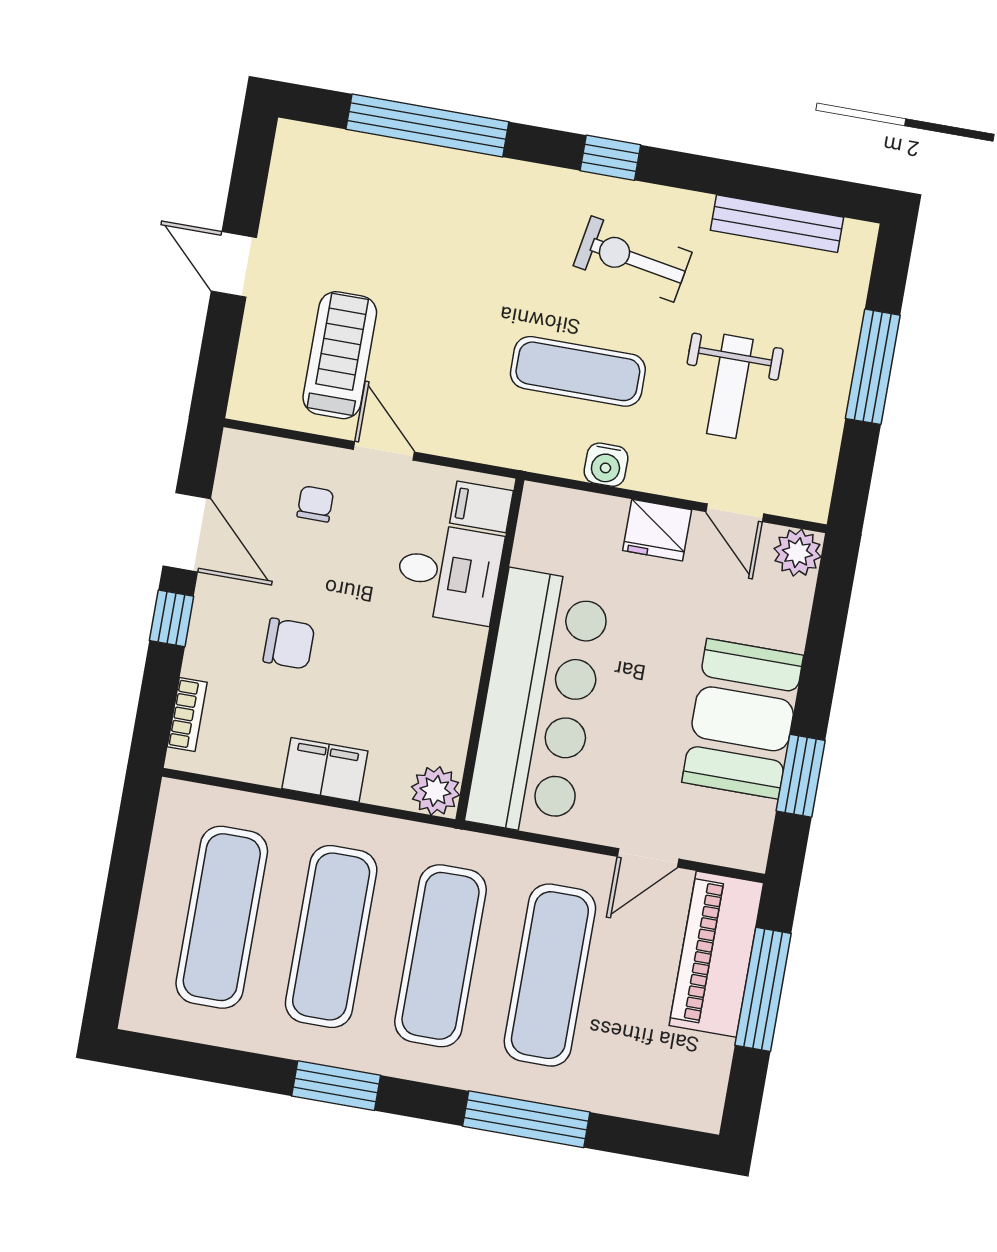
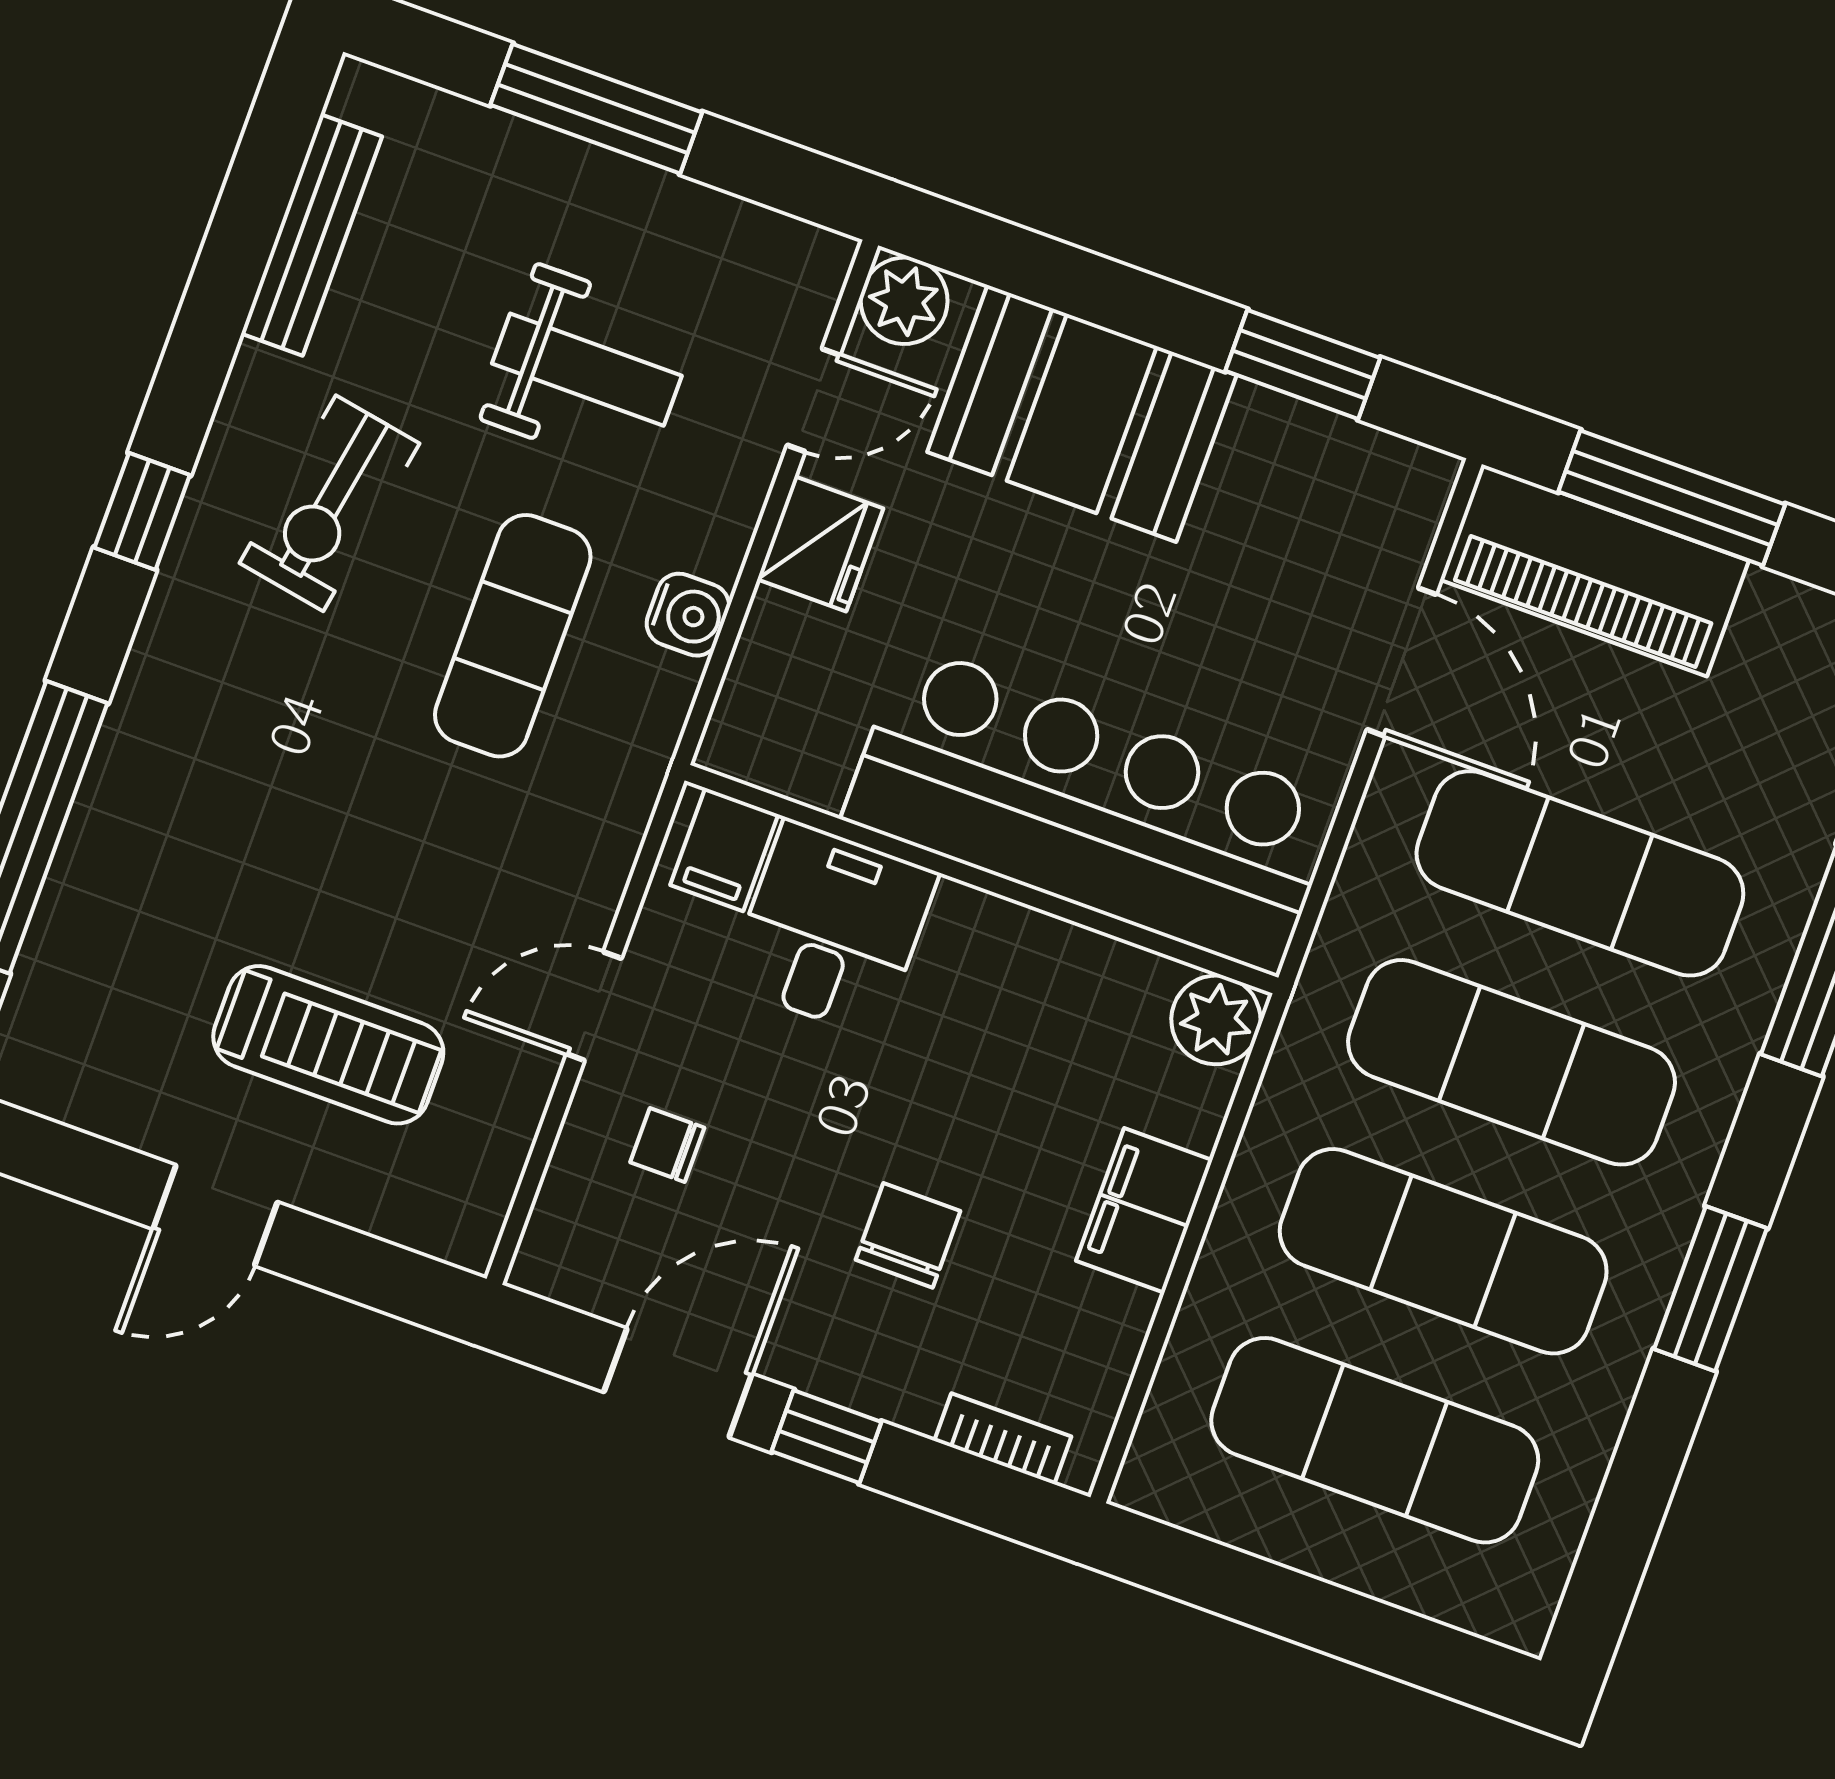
treadmill: (340, 355) -> (328, 1045), moved, turned 180
booth: (743, 719) -> (1082, 414), moved
door: (648, 858) -> (1401, 662), width x1.38

